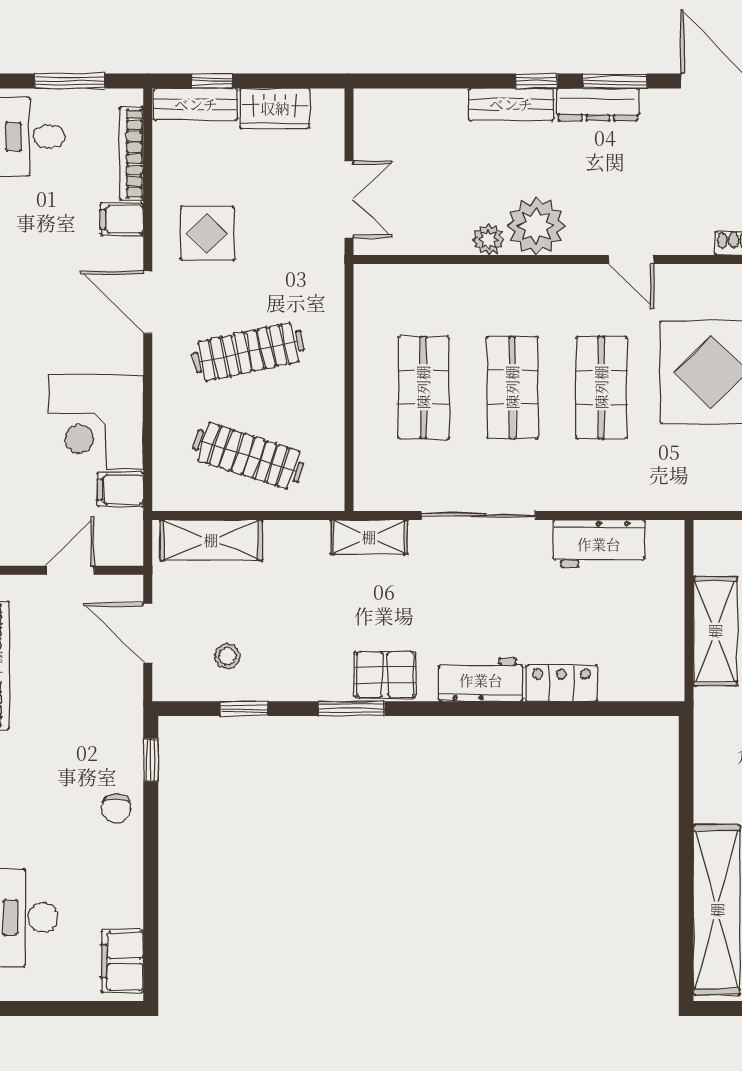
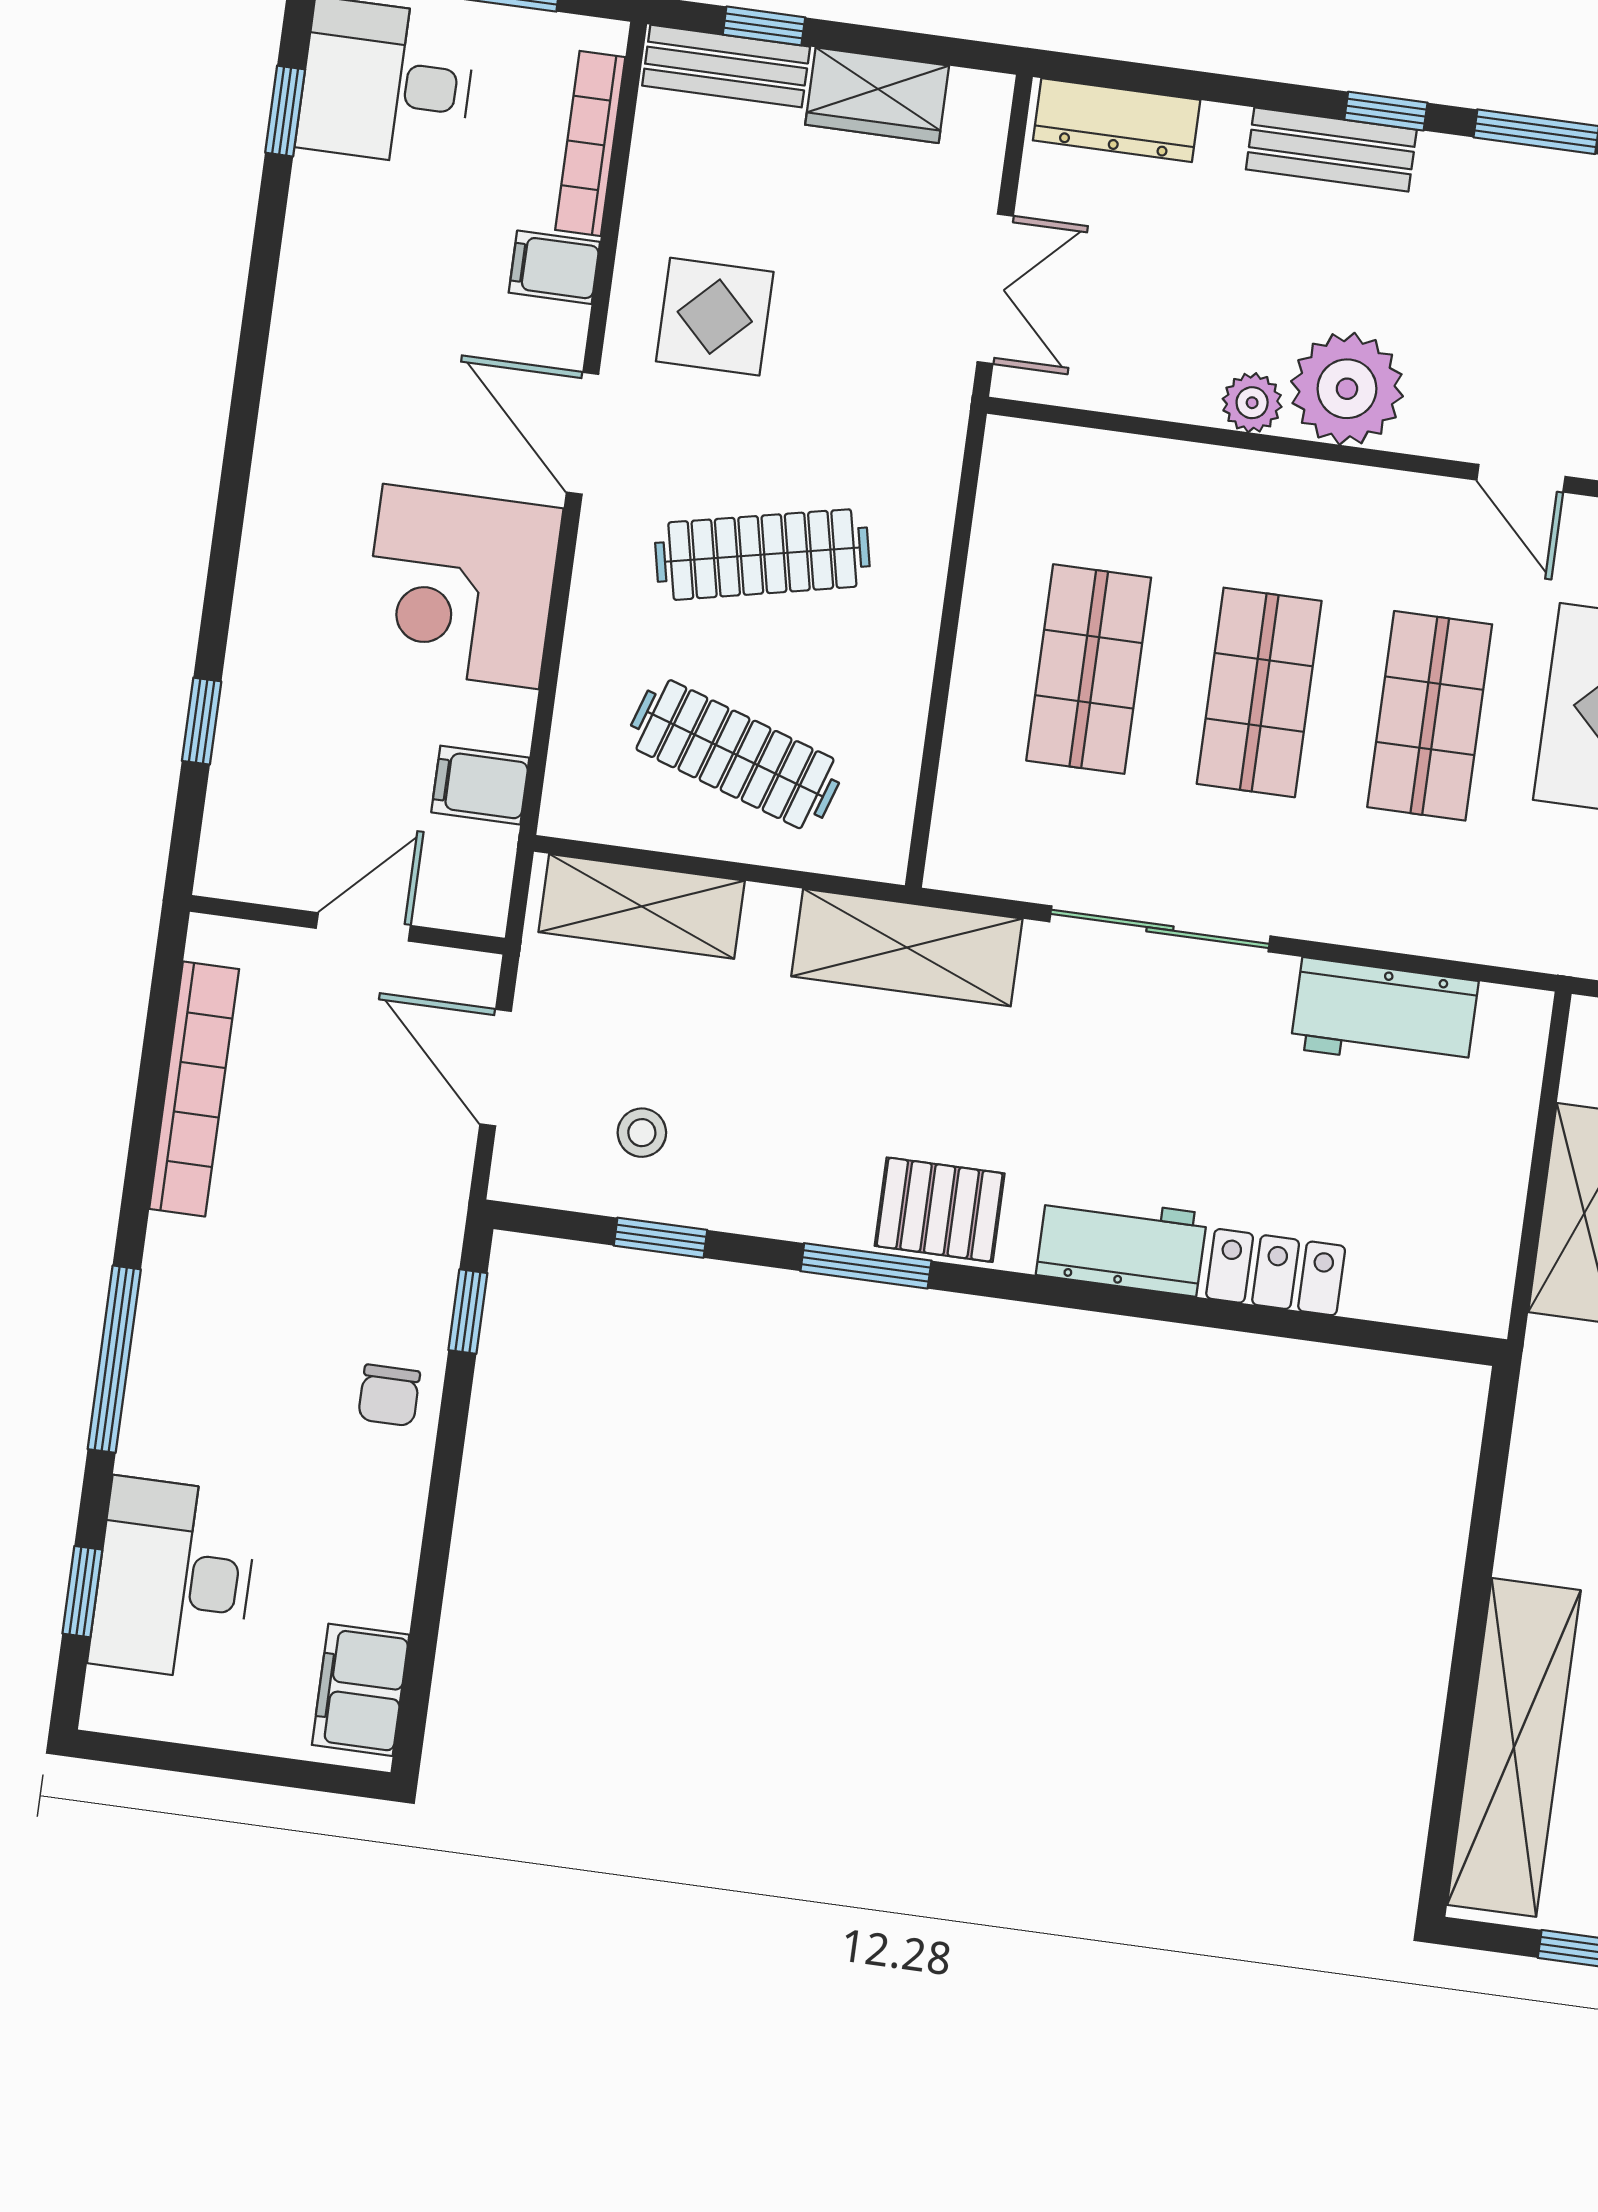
dresser: (598, 105) -> (1117, 120), moved
corner desk: (96, 422) -> (461, 586), moved
shelving: (369, 537) -> (907, 948), width x1.50, depth x1.33

